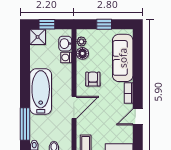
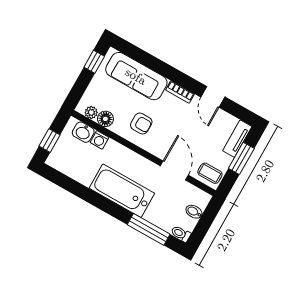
window: (104, 24) -> (94, 62), moved
shower: (38, 37) -> (58, 159), removed
armchair: (93, 79) -> (141, 123), turned 180
door: (74, 107) -> (174, 171), moved

